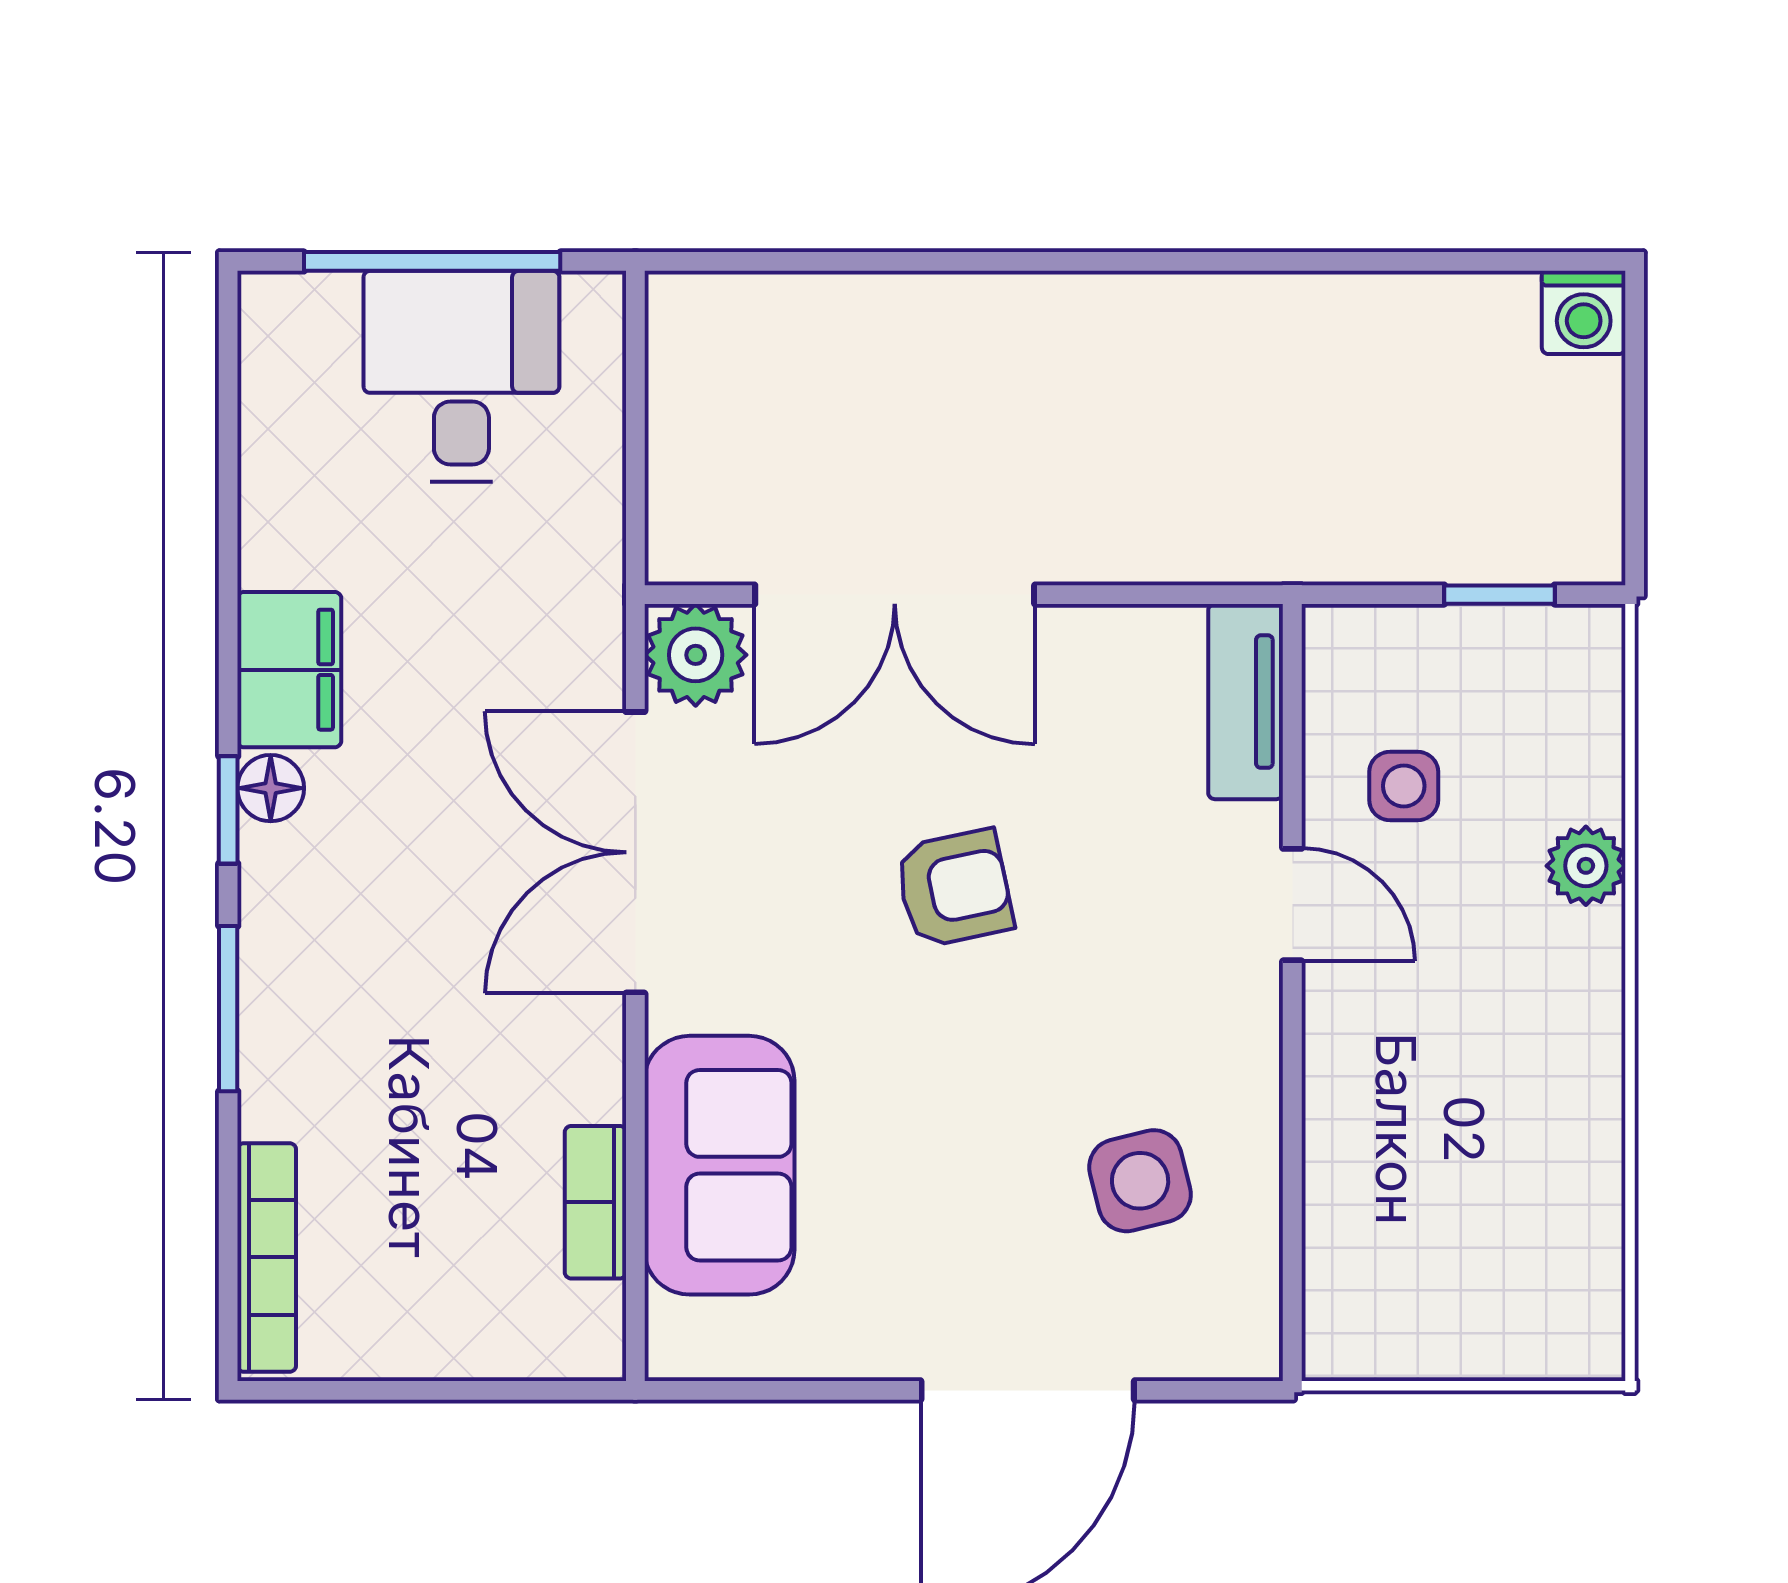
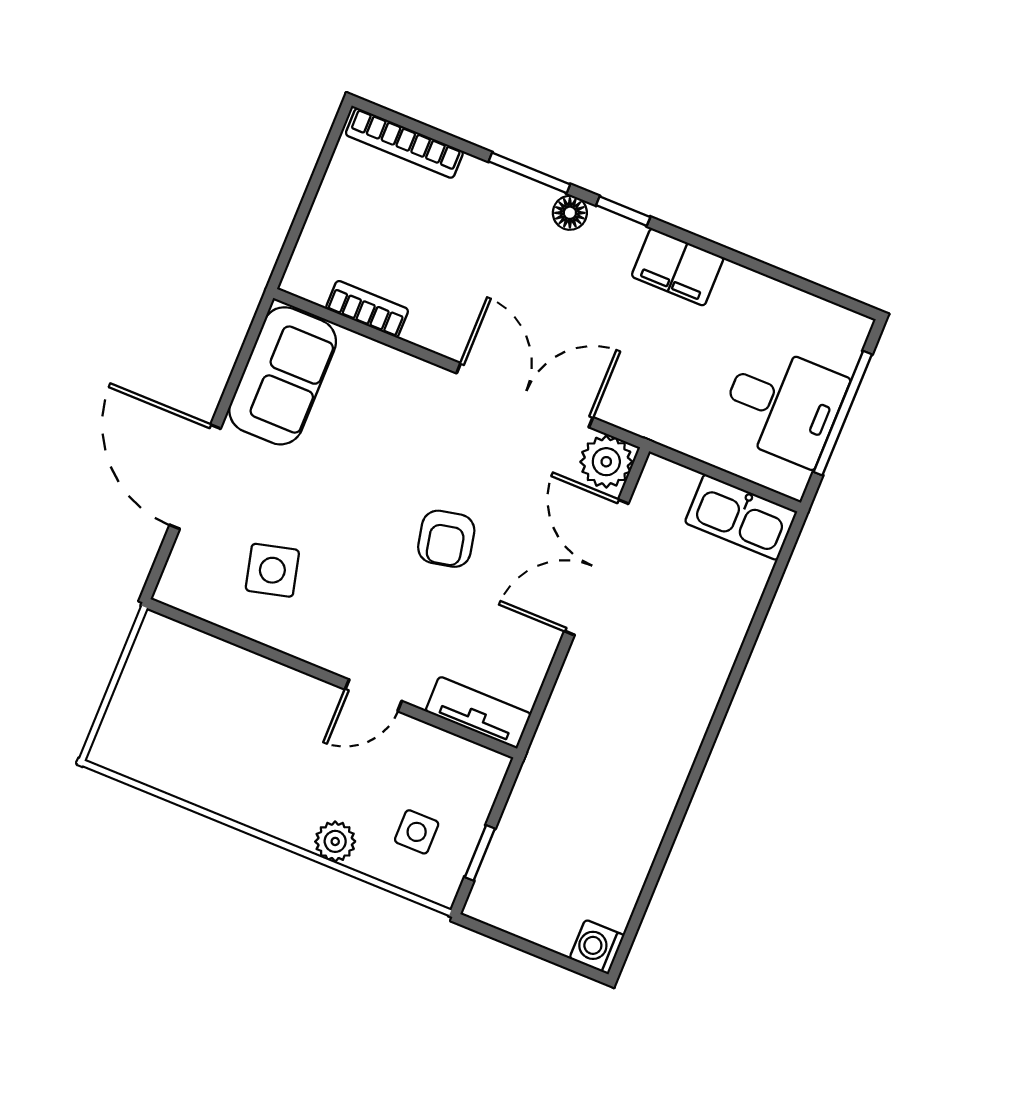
kitchen sink: (697, 369) -> (741, 517), added
side table: (1404, 786) -> (417, 832), moved
floor lamp: (271, 788) -> (570, 213), moved
sofa: (719, 1165) -> (283, 376), moved, turned -90

